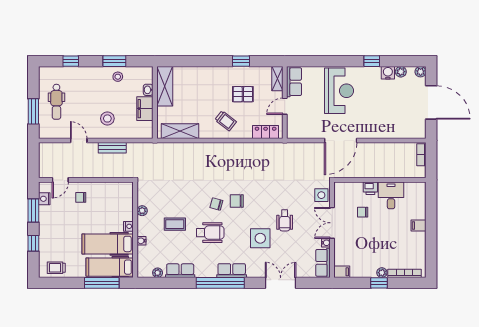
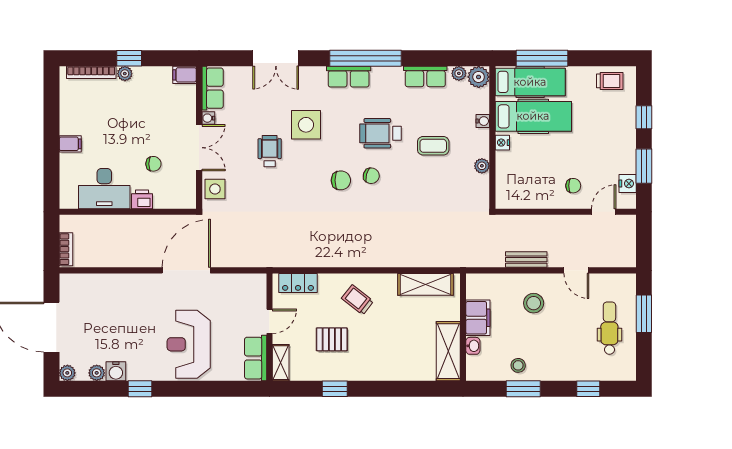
desk: (391, 195) -> (104, 189), width x1.37
plant: (144, 270) -> (479, 77), added

